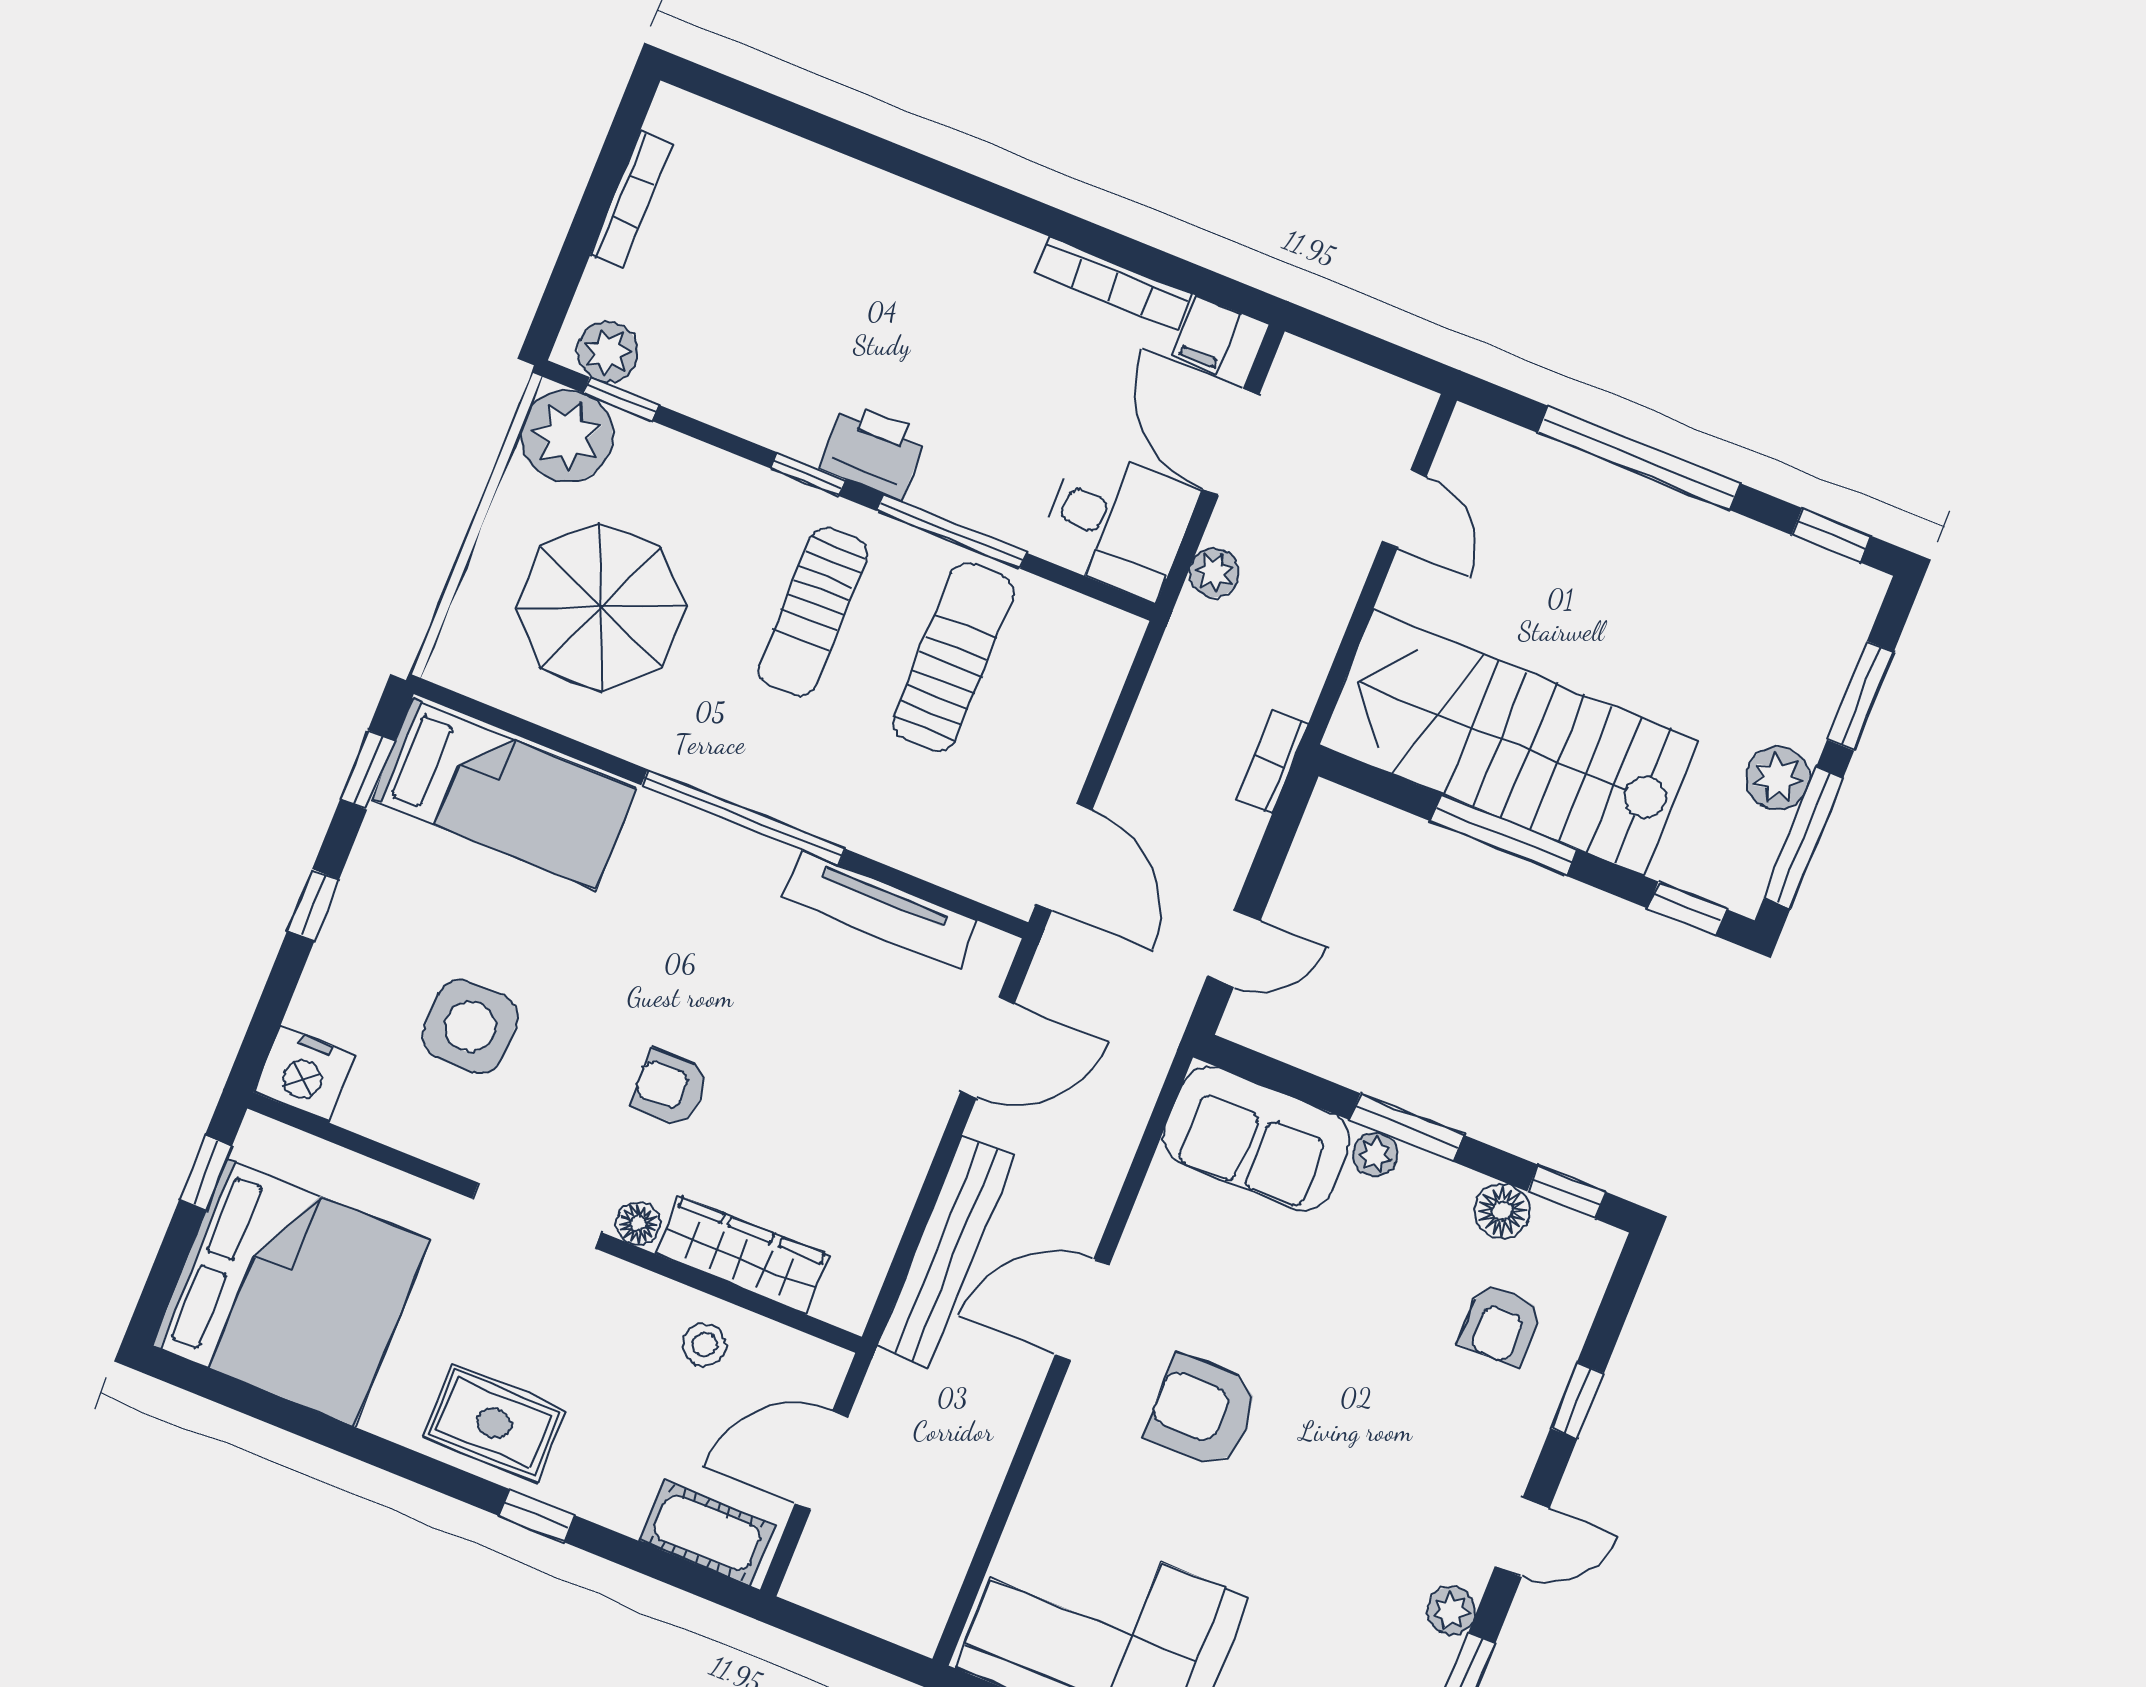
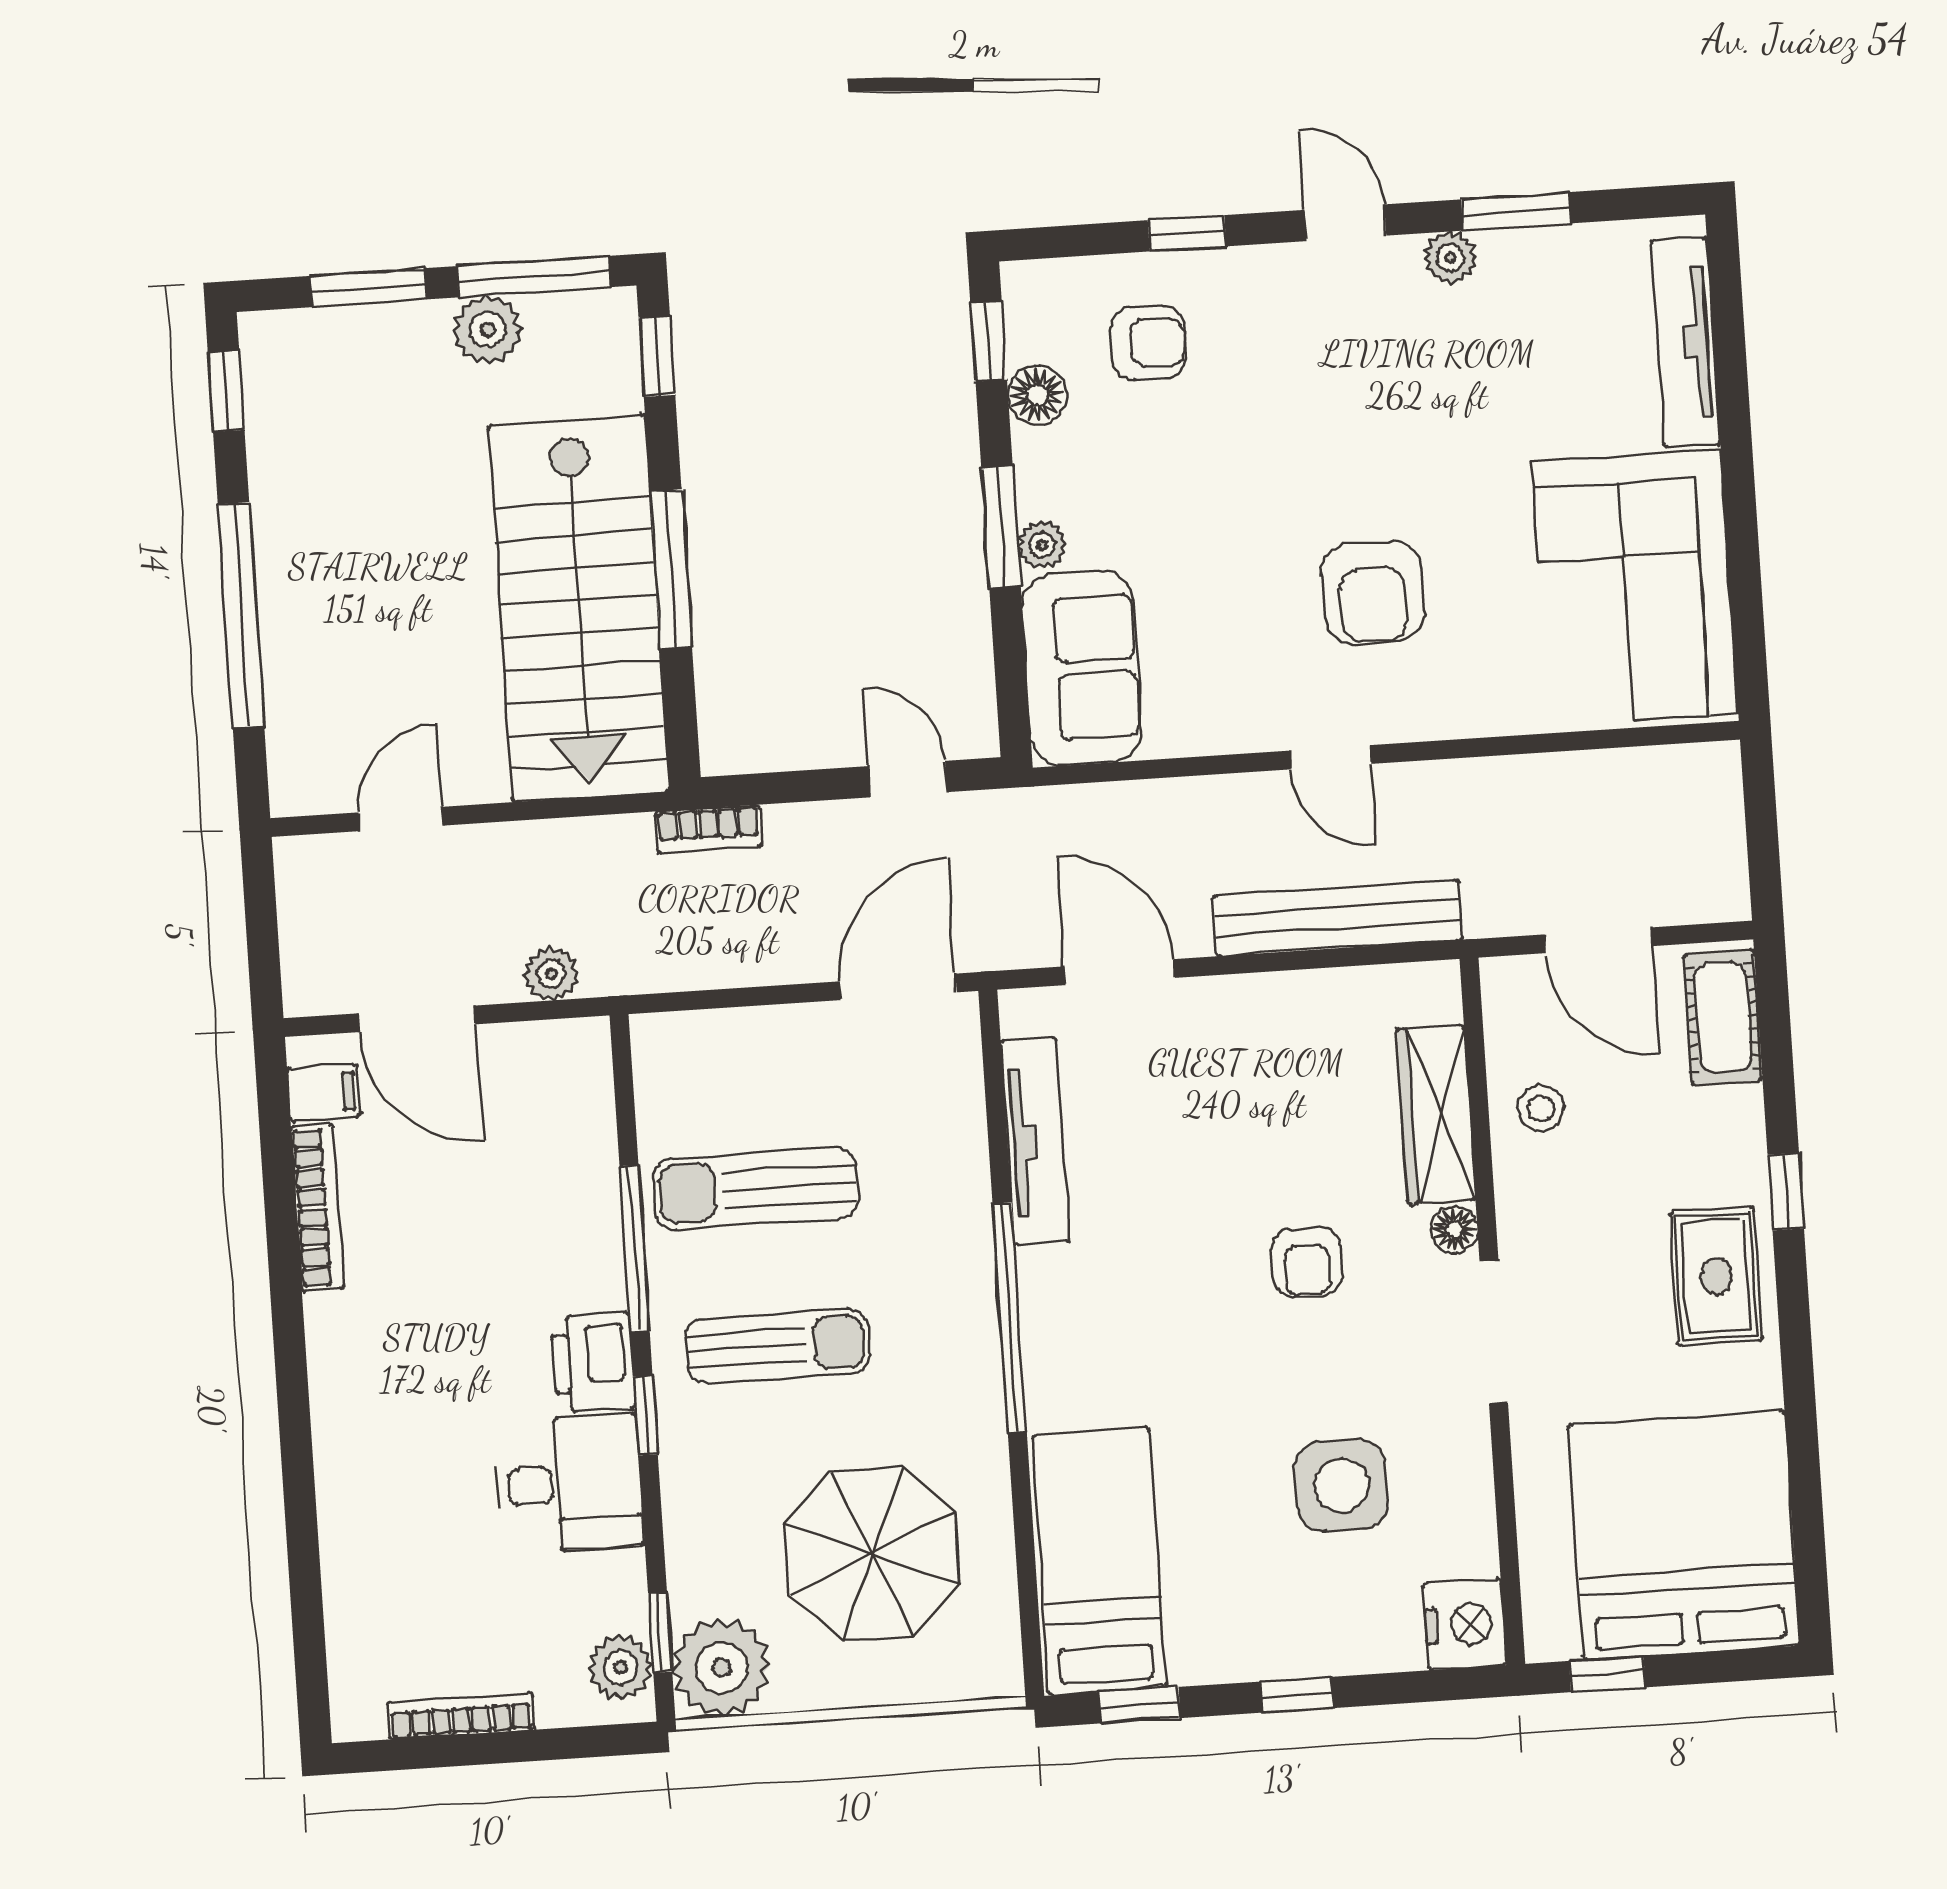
door: (1231, 442) -> (417, 1019), hinge flipped
desk: (1118, 523) -> (569, 1484), moved, turned 90
door: (1082, 1310) -> (1330, 757), width x0.73

